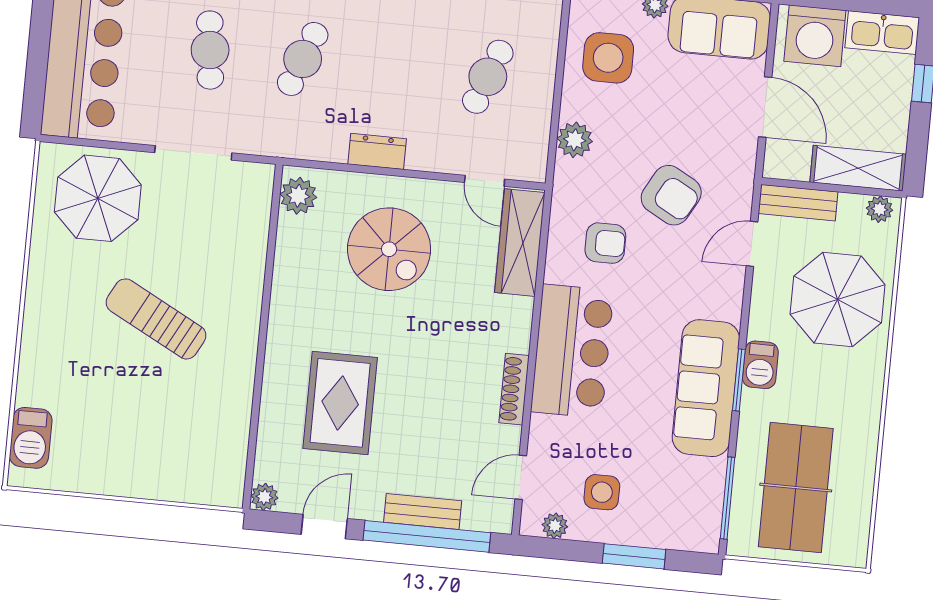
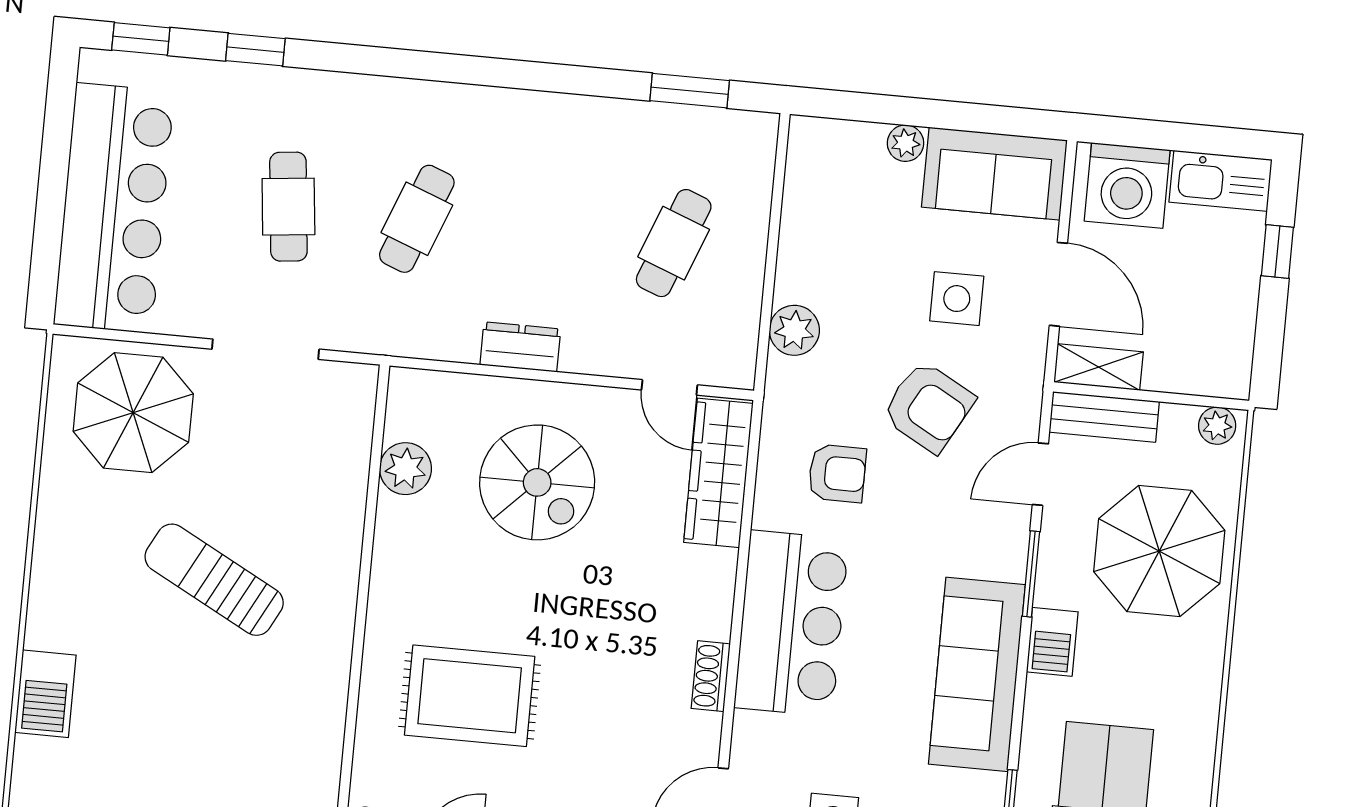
side table: (608, 58) -> (957, 299), moved, width x0.73, depth x0.73
shelving: (858, 168) -> (1098, 367), moved, width x0.67, depth x0.75
plant: (298, 196) -> (406, 469), moved
window: (739, 380) -> (1031, 574), moved
shoe rack: (514, 389) -> (711, 676), width x0.70
rug: (340, 403) -> (470, 696), turned 90
barbecue: (31, 438) -> (45, 694), moved

